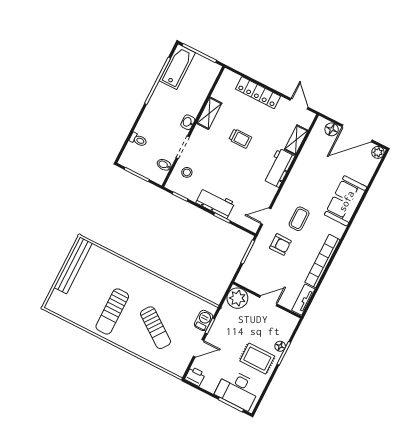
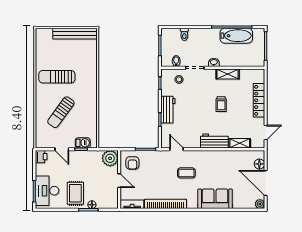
bathtub: (177, 67) -> (236, 36), moved
armchair: (280, 244) -> (132, 163), moved

